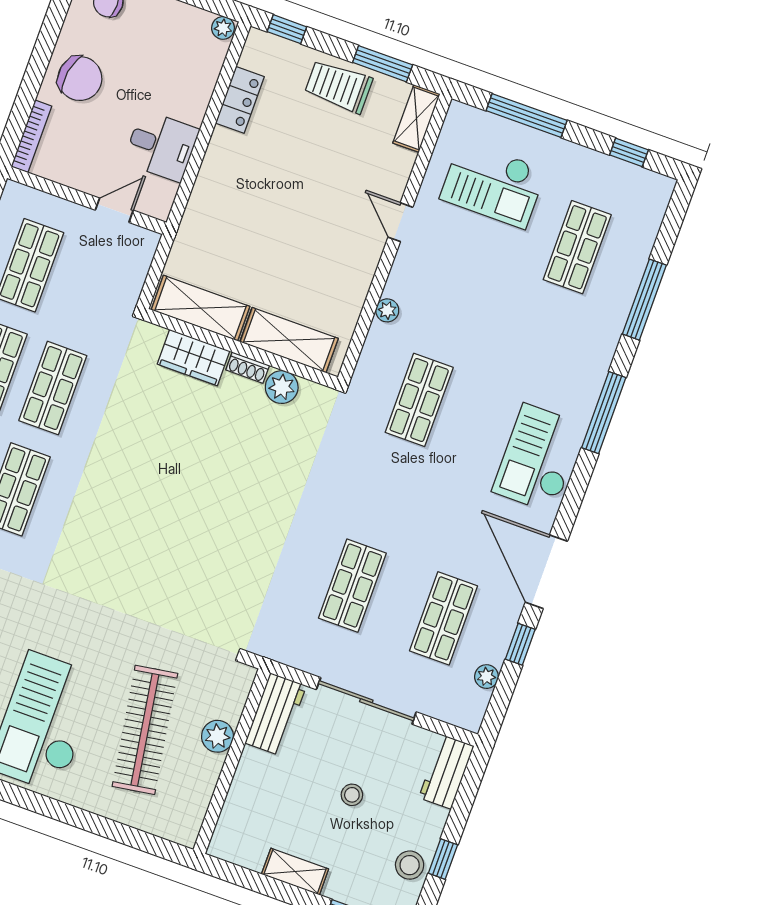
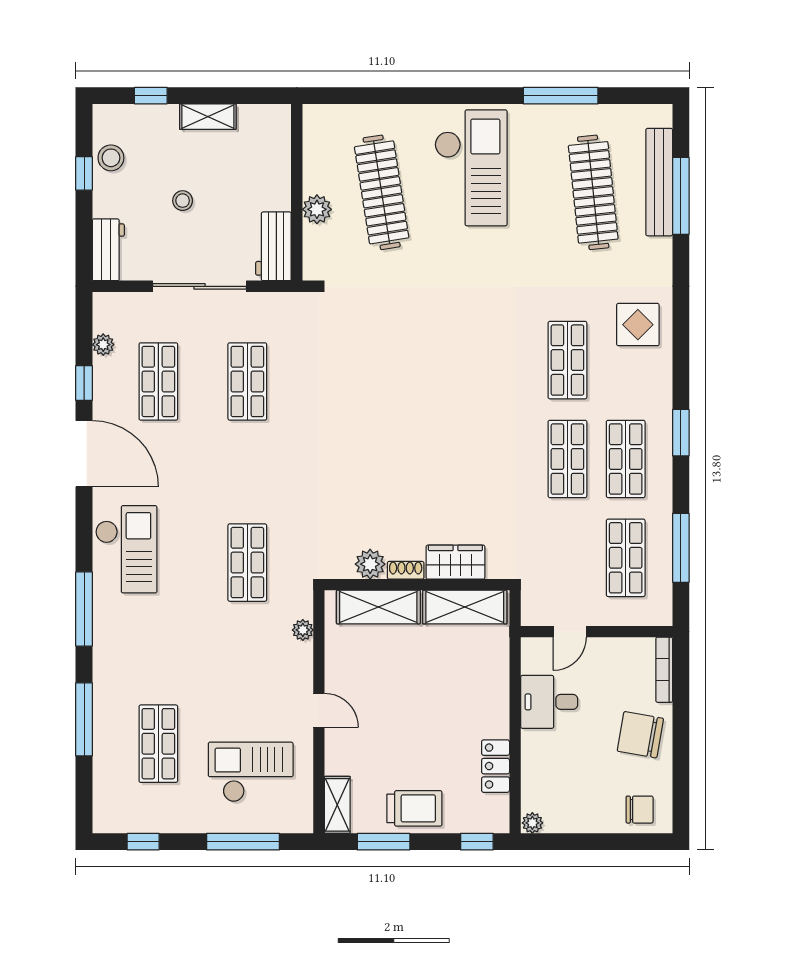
shelving: (201, 308) -> (465, 607), moved
shelving: (289, 340) -> (378, 607), moved
wall: (241, 349) -> (417, 585), moved
wardrobe: (193, 358) -> (455, 562), moved
shoe rack: (248, 368) -> (406, 570), moved
plant: (282, 387) -> (370, 564), moved

